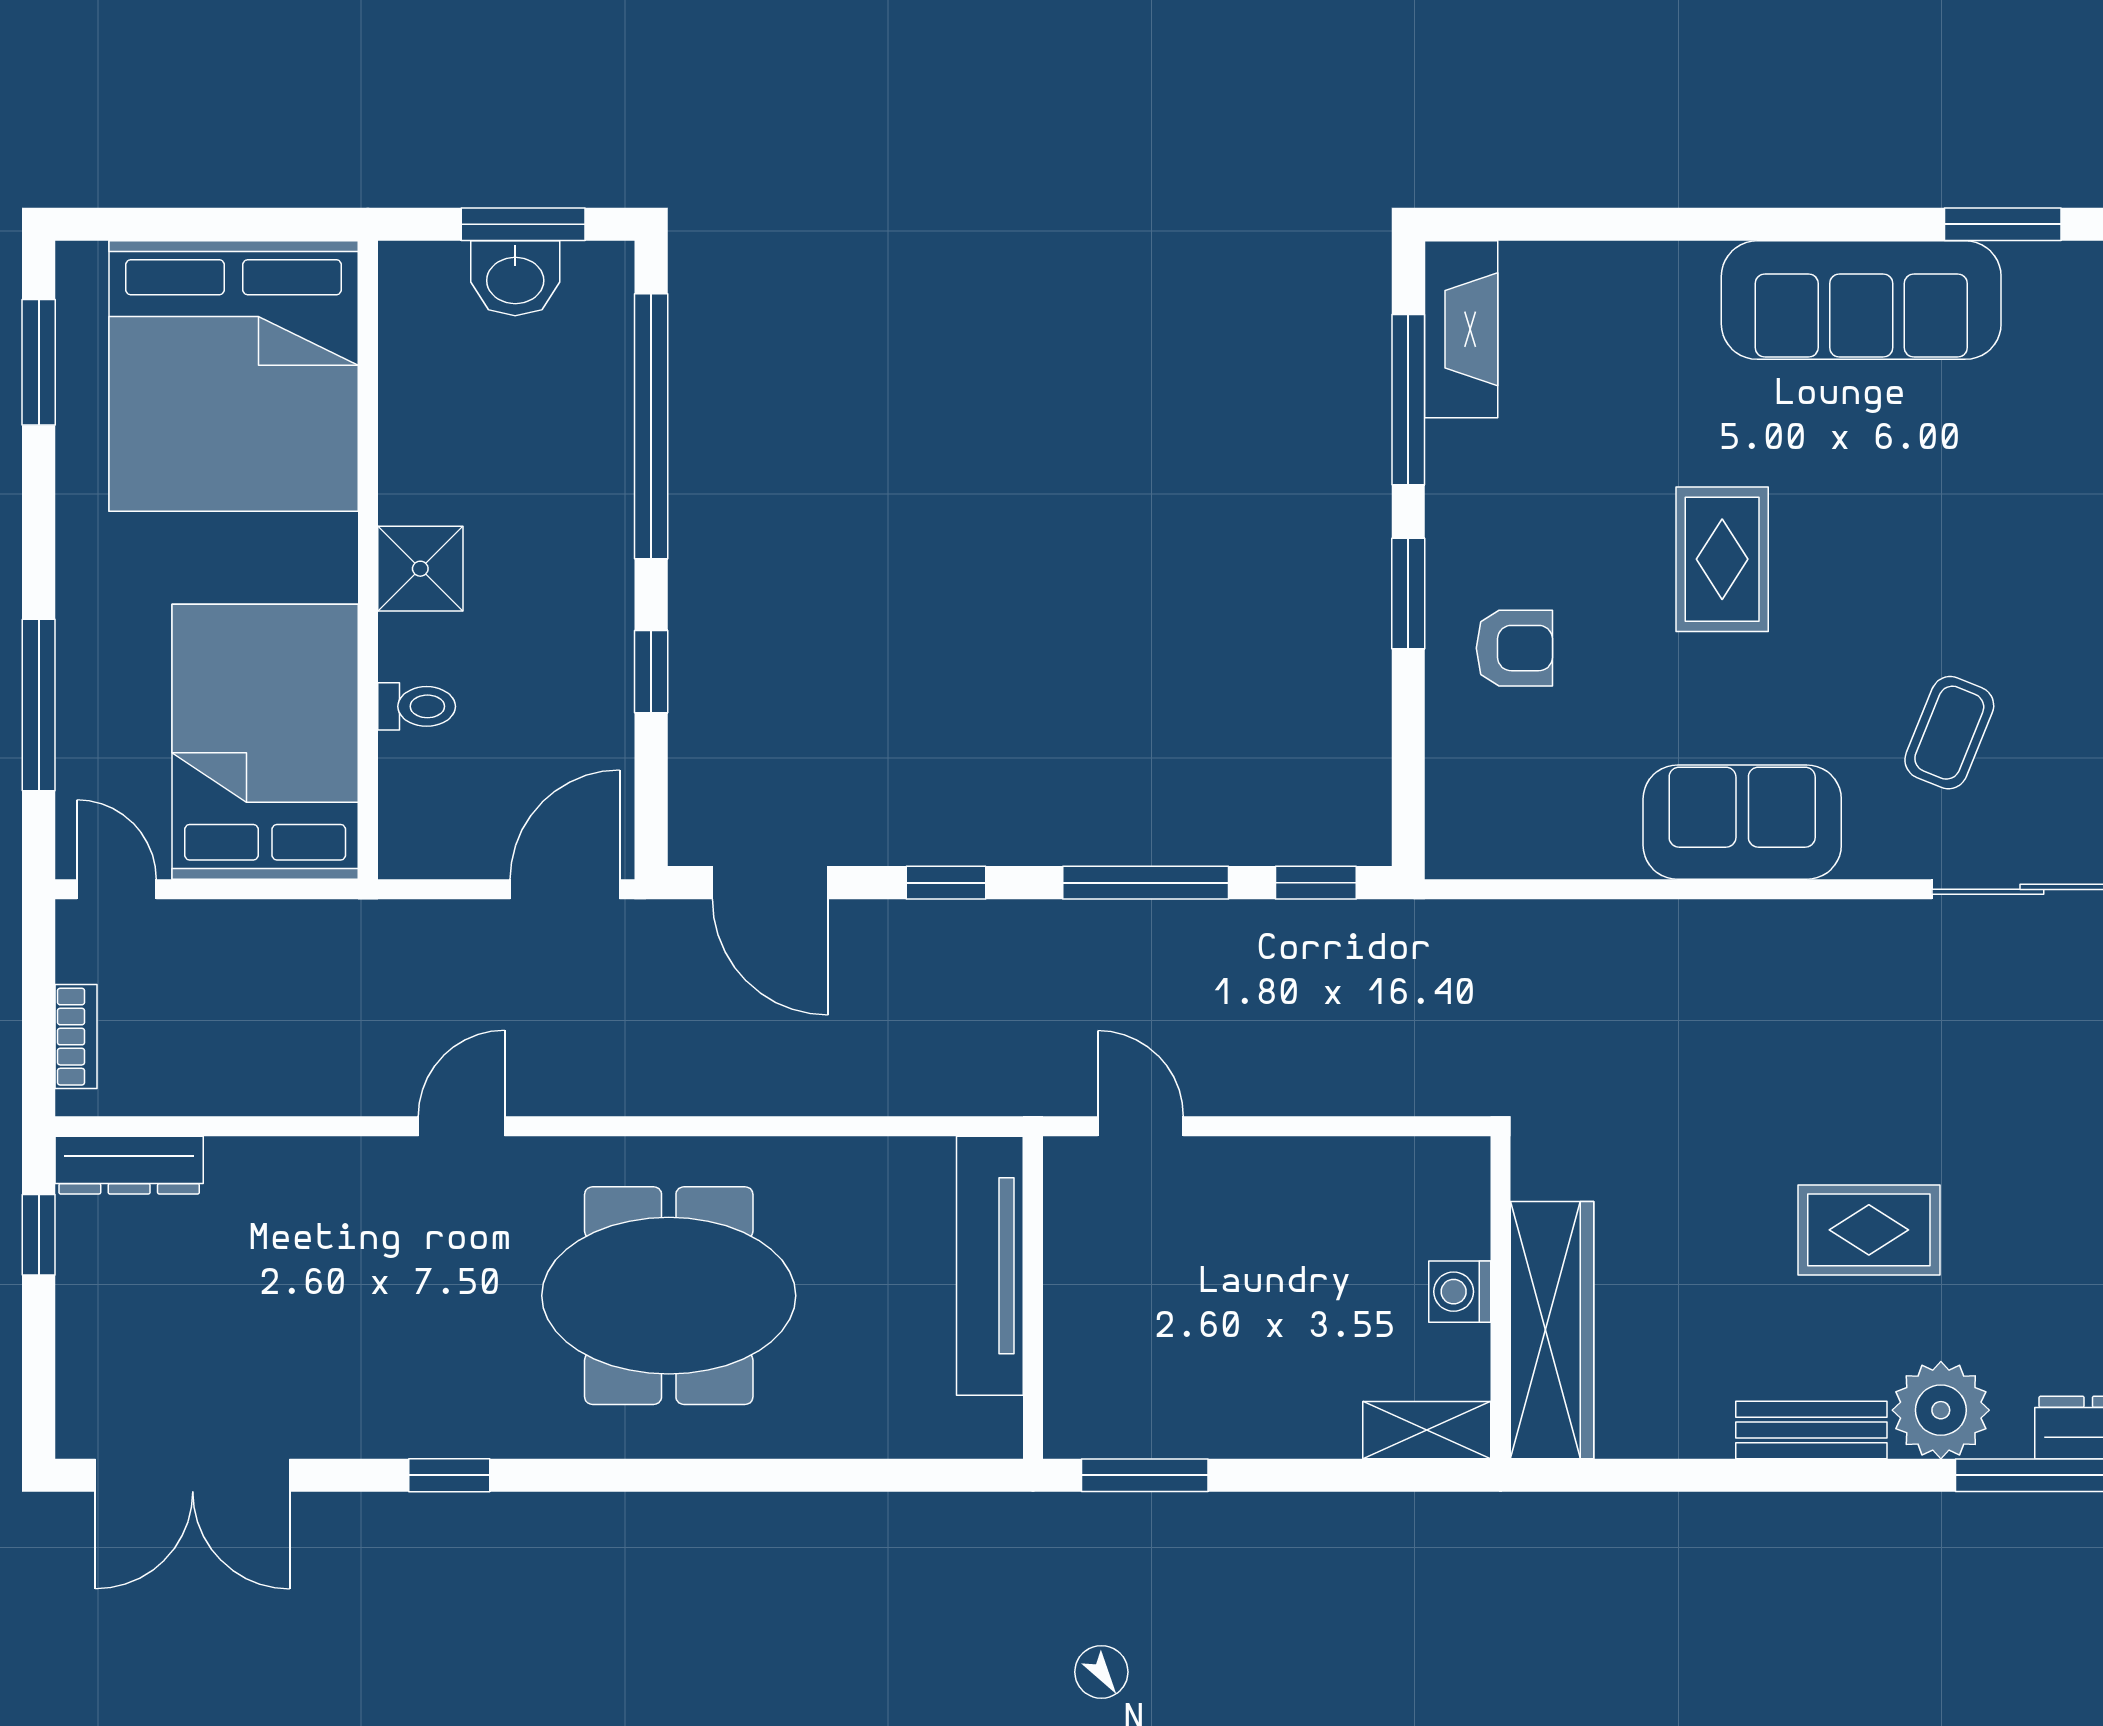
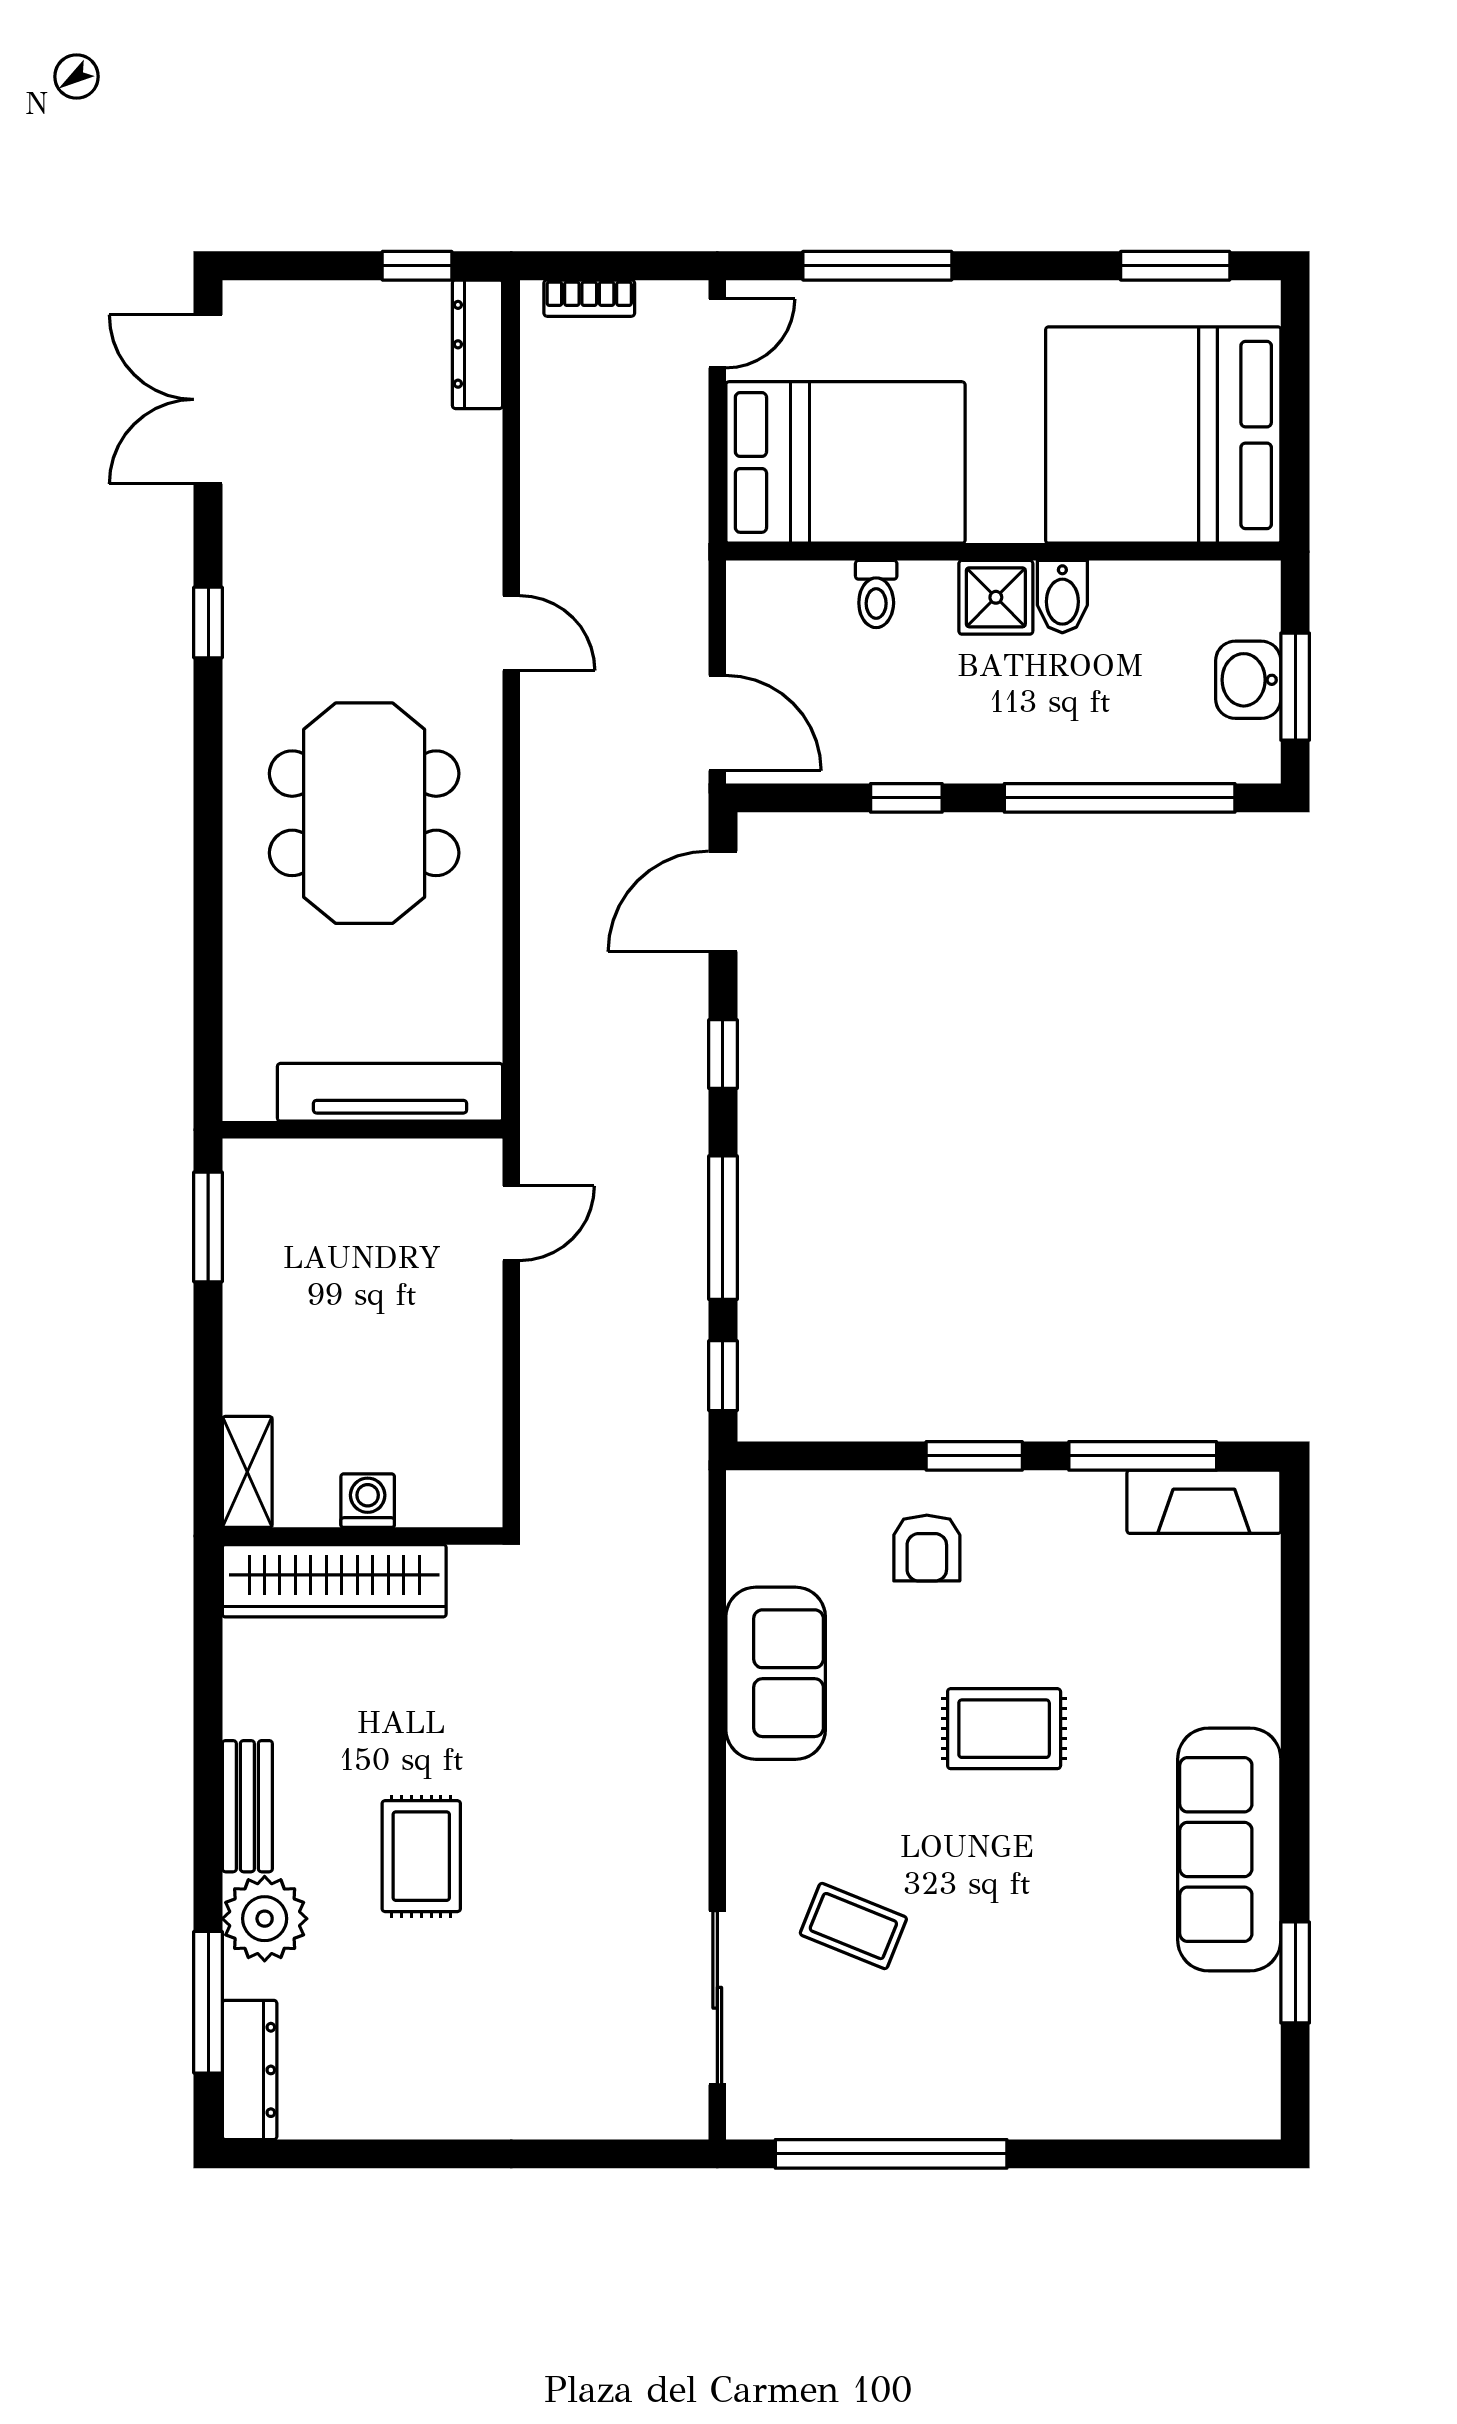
bidet: (419, 492) -> (1062, 597), added
sofa: (1742, 822) -> (776, 1673), moved

